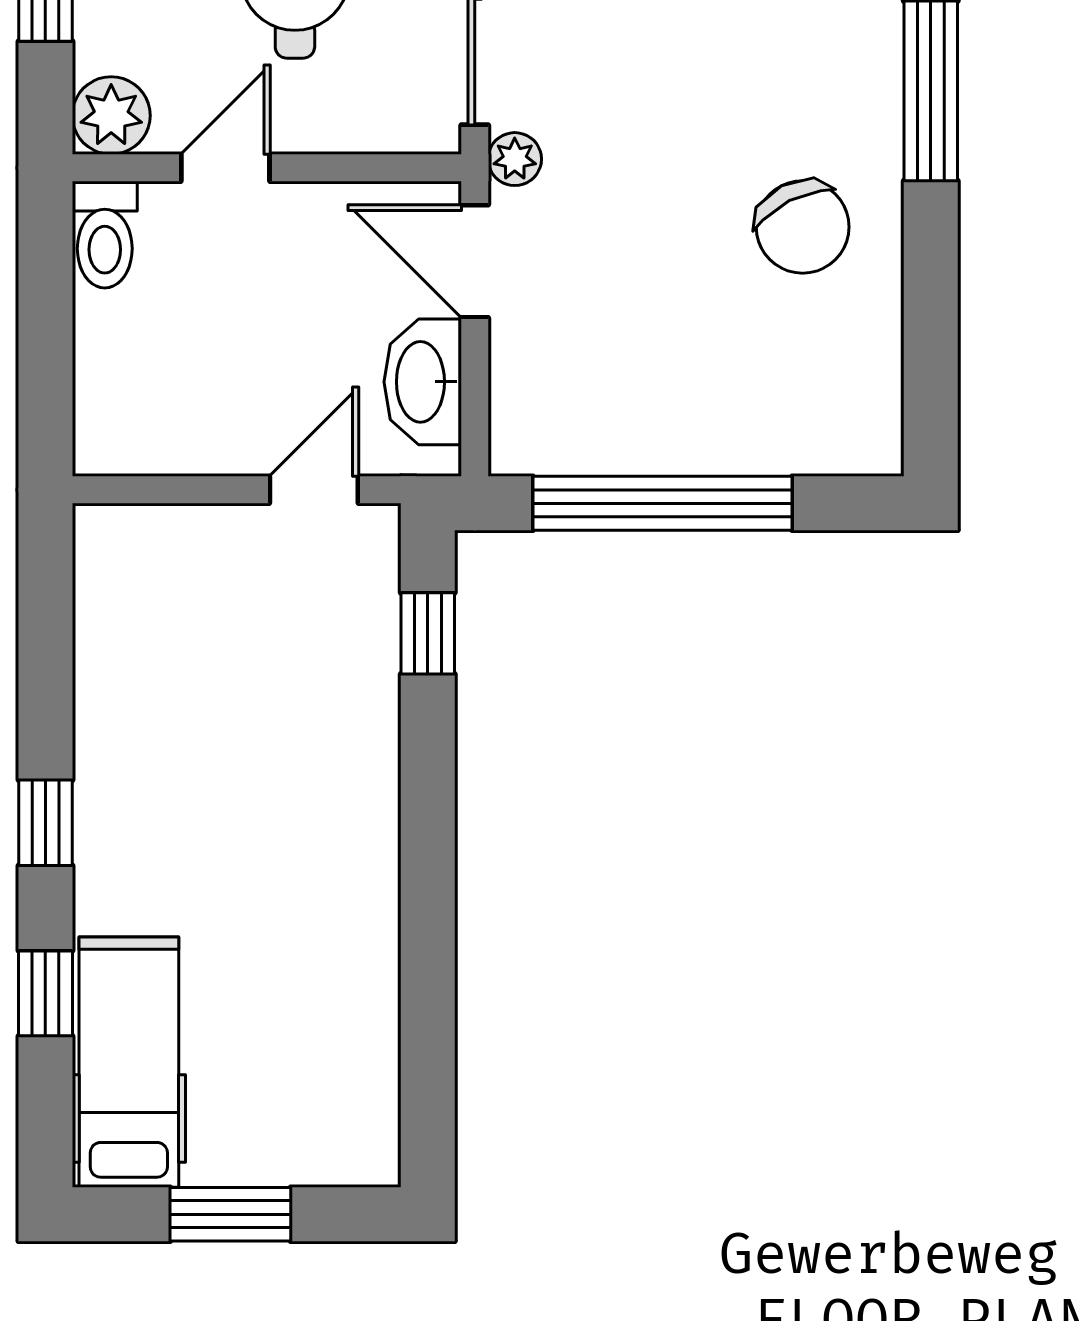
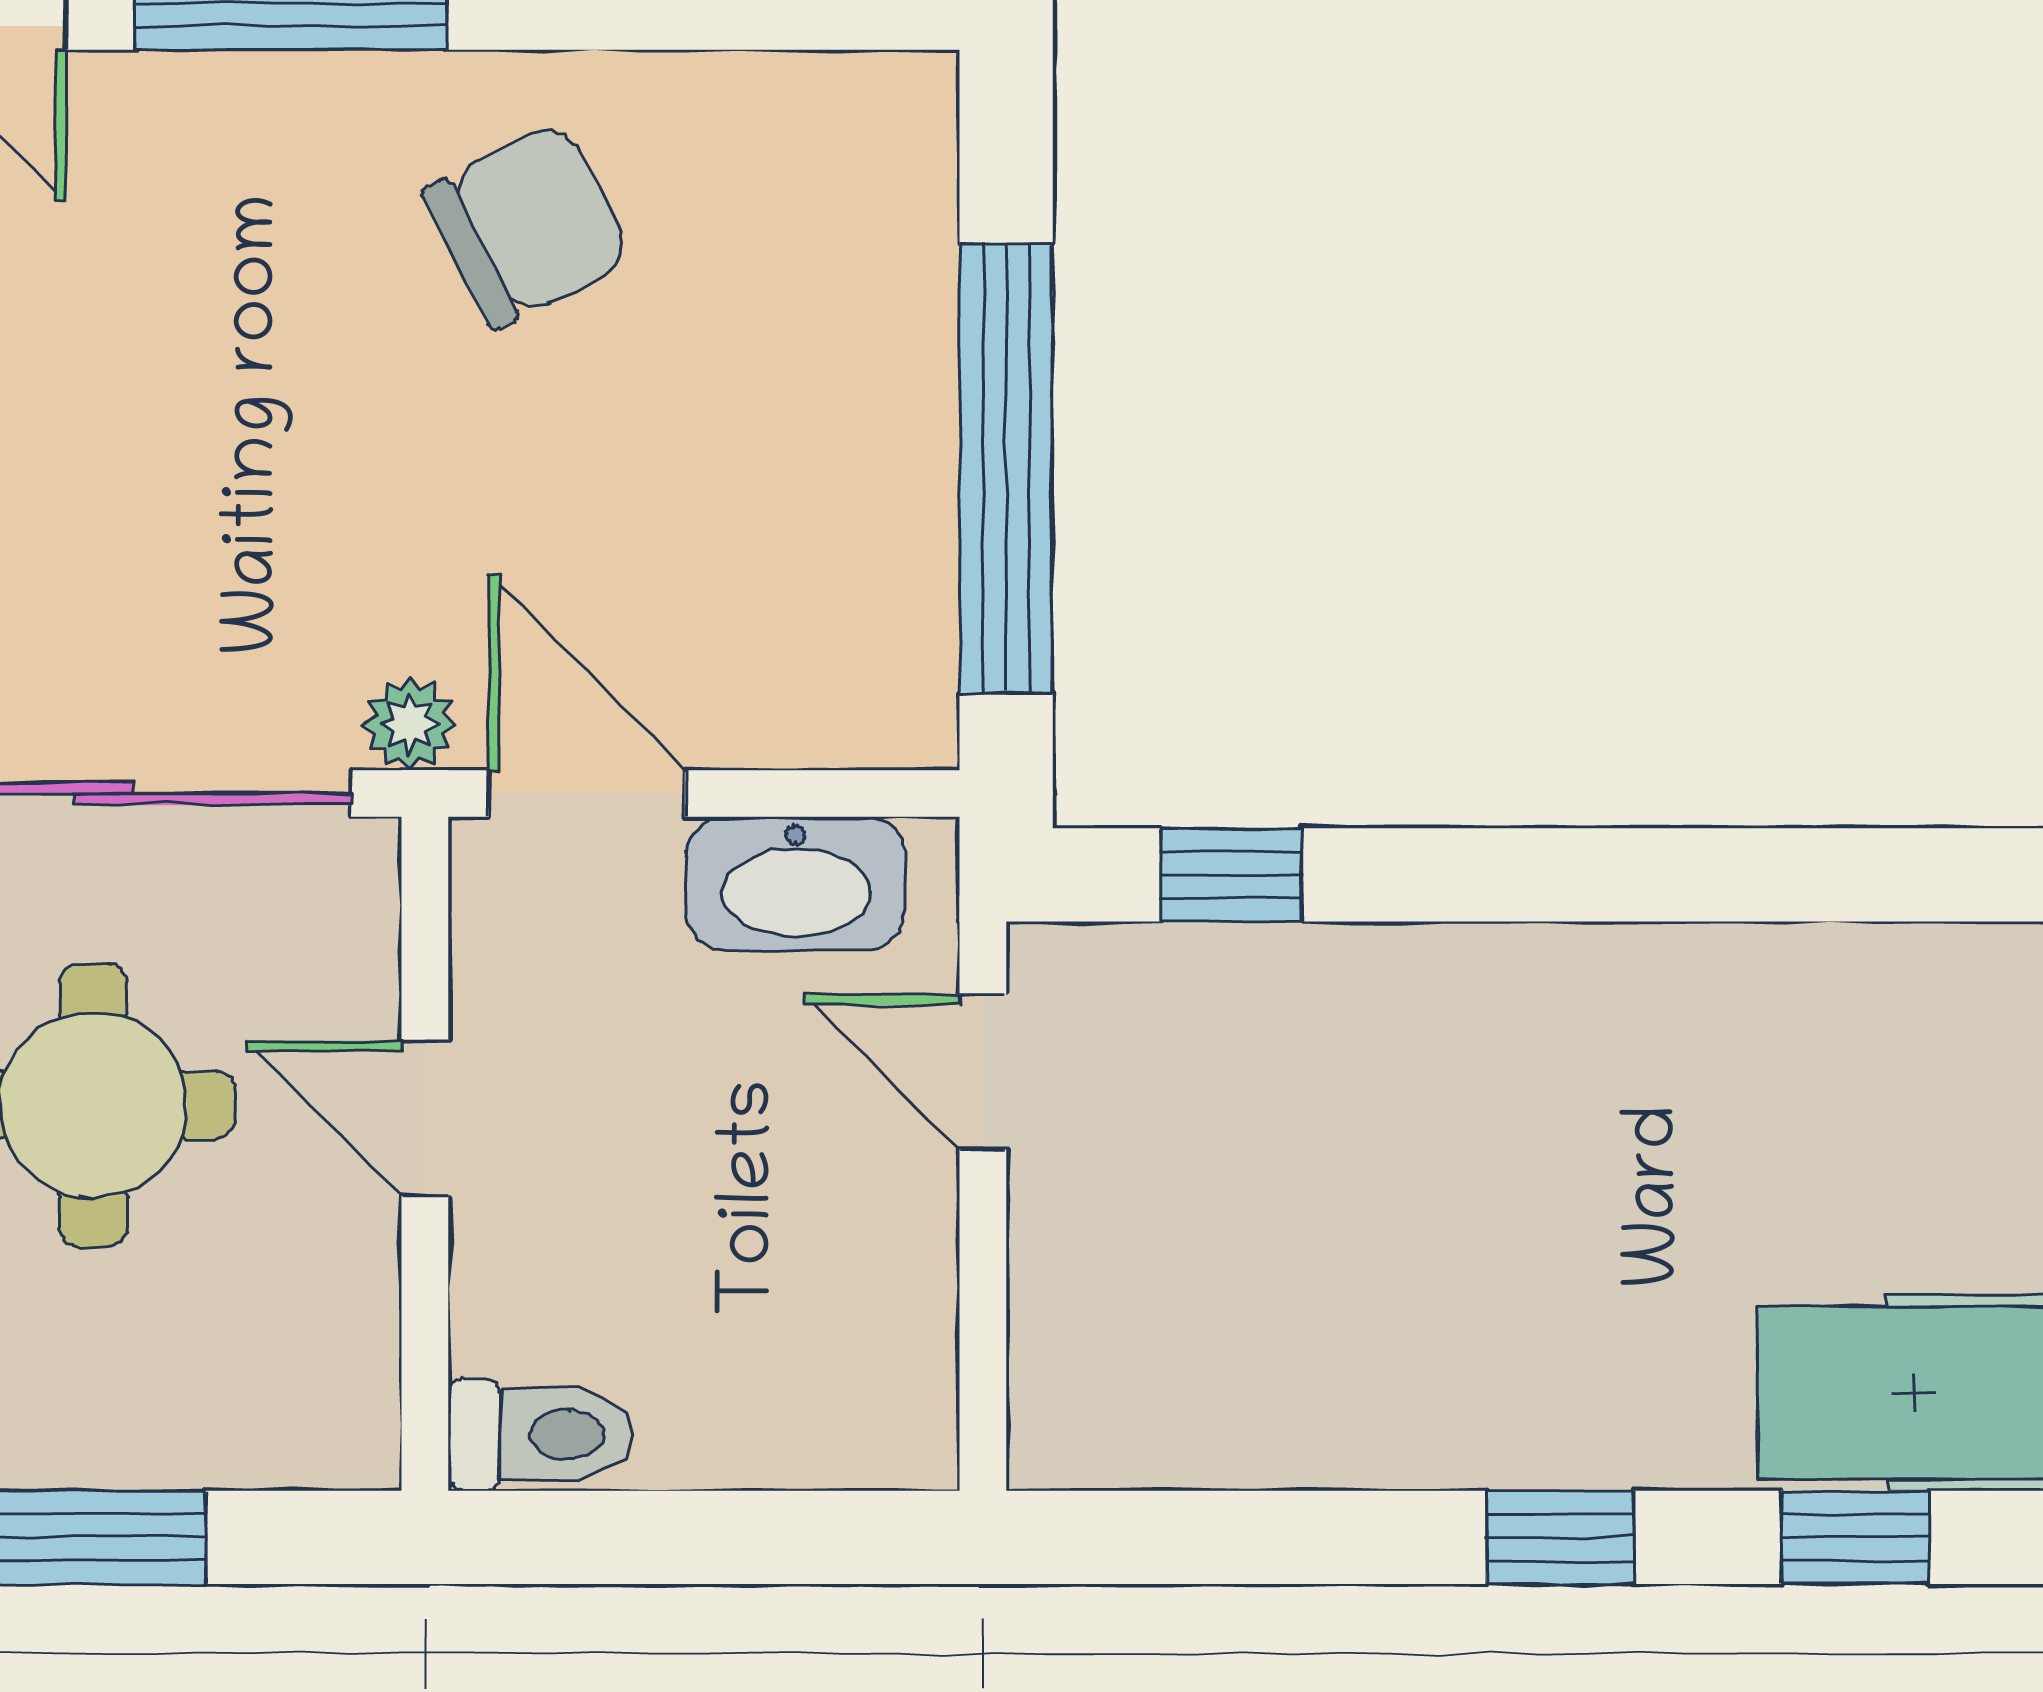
plant: (111, 116) -> (334, 1423), removed
door: (225, 168) -> (425, 1118), moved
door: (475, 261) -> (587, 793), swing flipped

